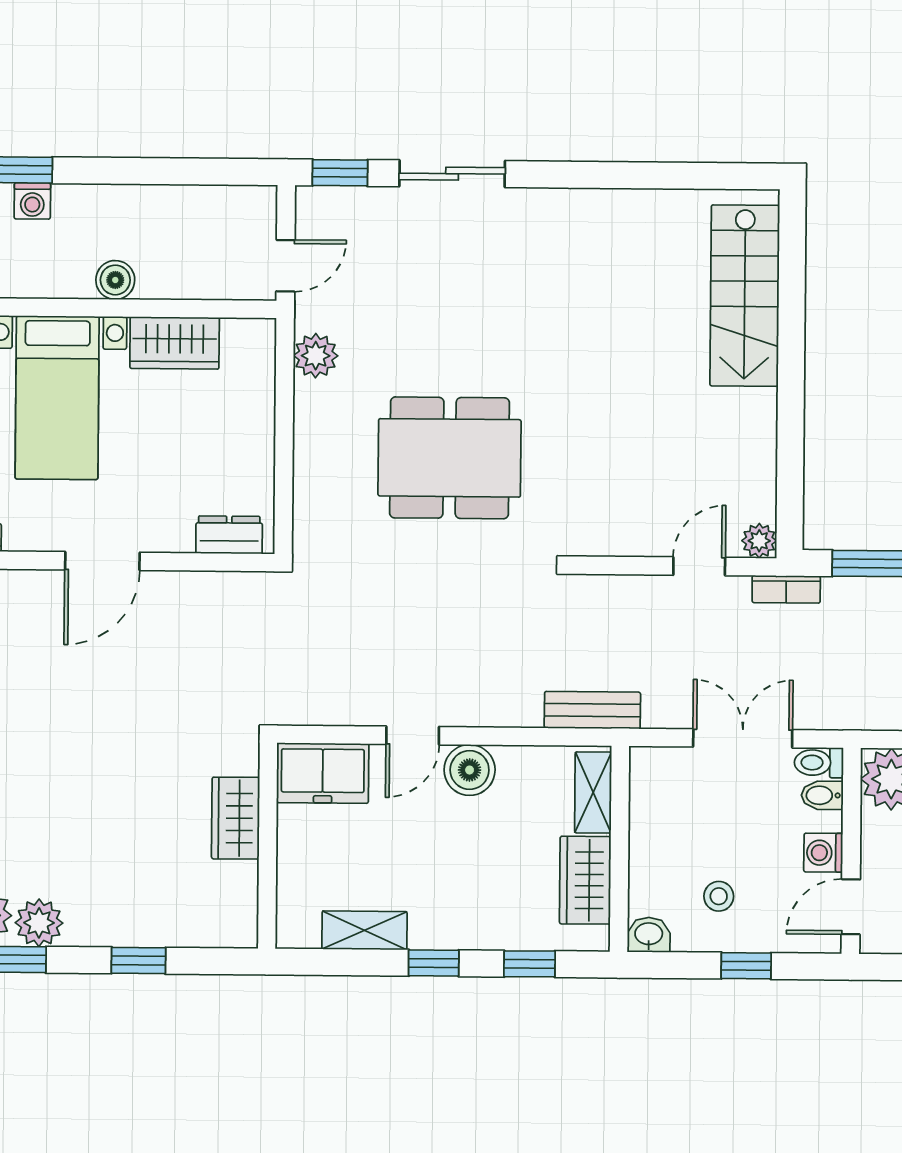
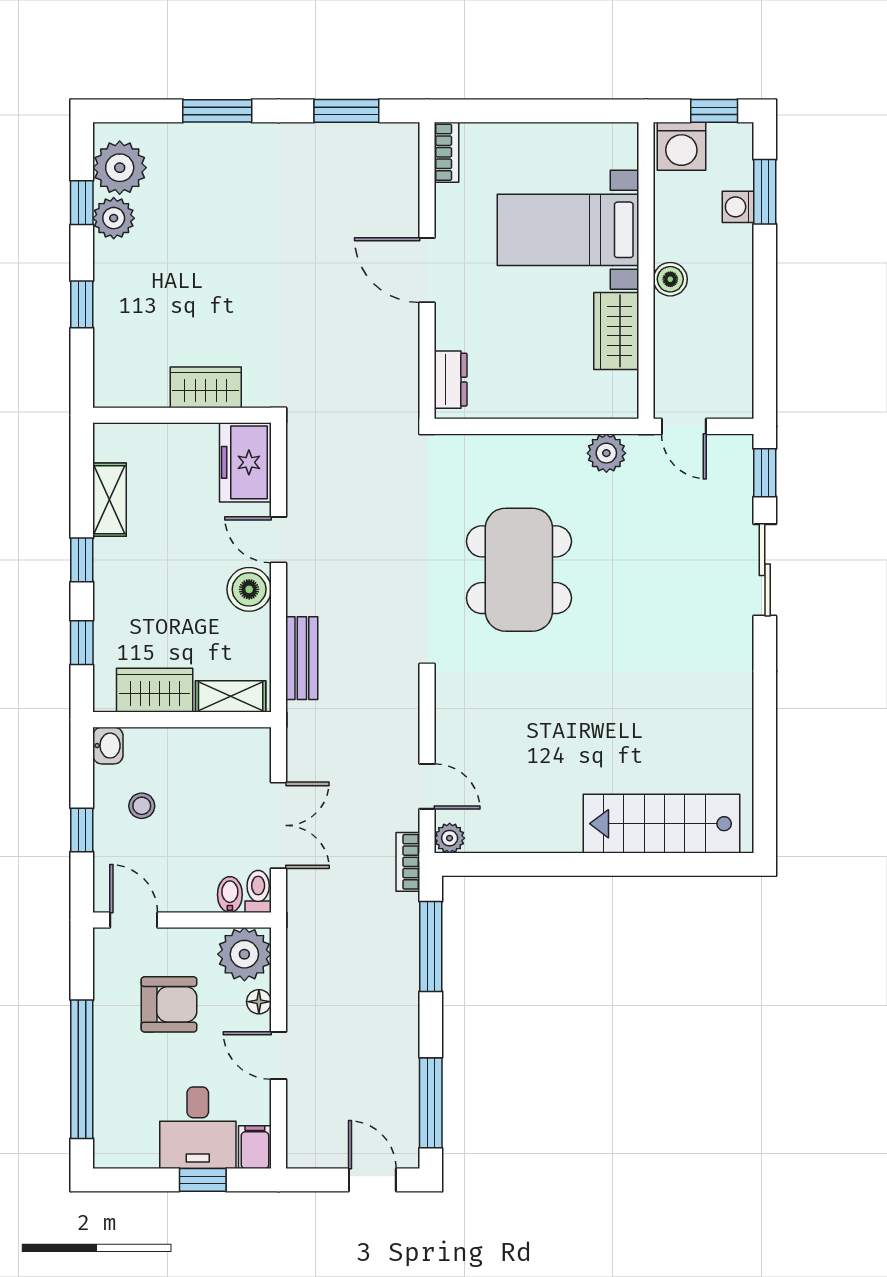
bench: (592, 710) -> (302, 658), moved
washing machine: (823, 853) -> (180, 896), removed

